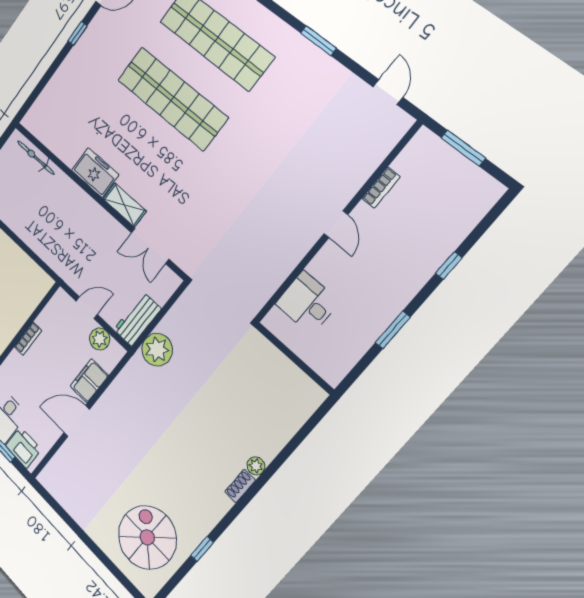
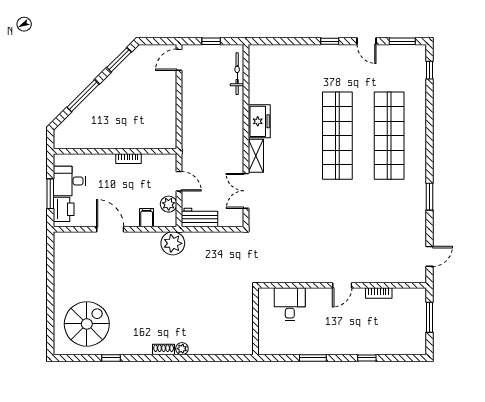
plant: (157, 350) -> (173, 243), moved
filing cabinet: (89, 381) -> (147, 218), width x0.50

